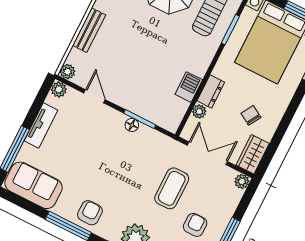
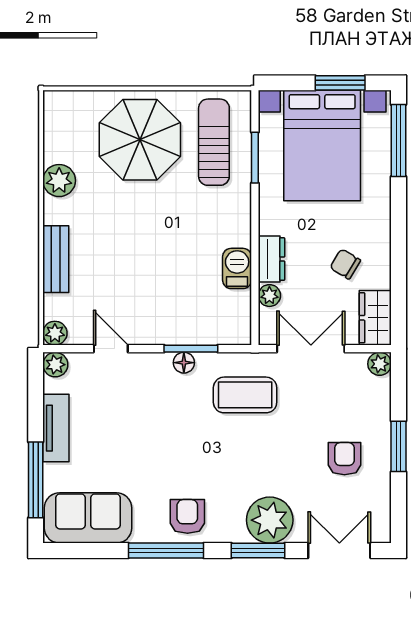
coffee table: (172, 188) -> (245, 395), moved, turned 90

